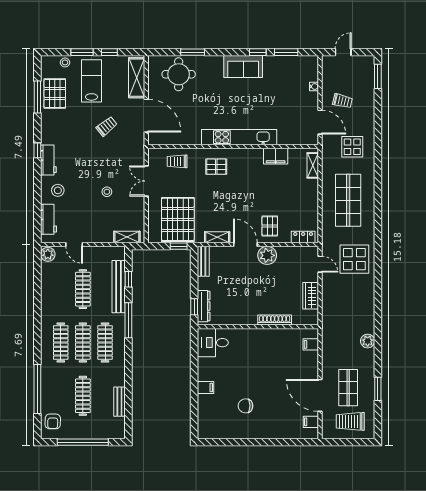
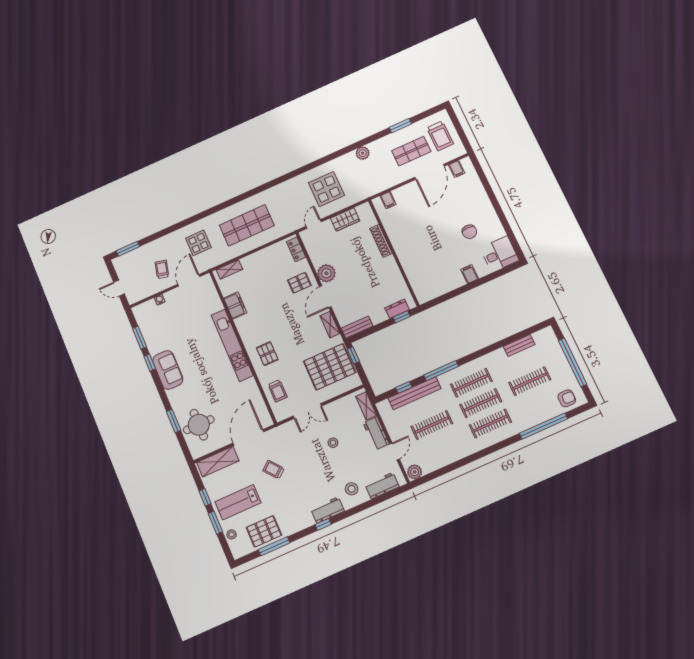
workbench: (98, 235) -> (376, 433), added
display table: (354, 259) -> (326, 189), moved
dresser: (204, 306) -> (397, 309), width x0.70
desk: (213, 343) -> (499, 254), moved, turned -90

